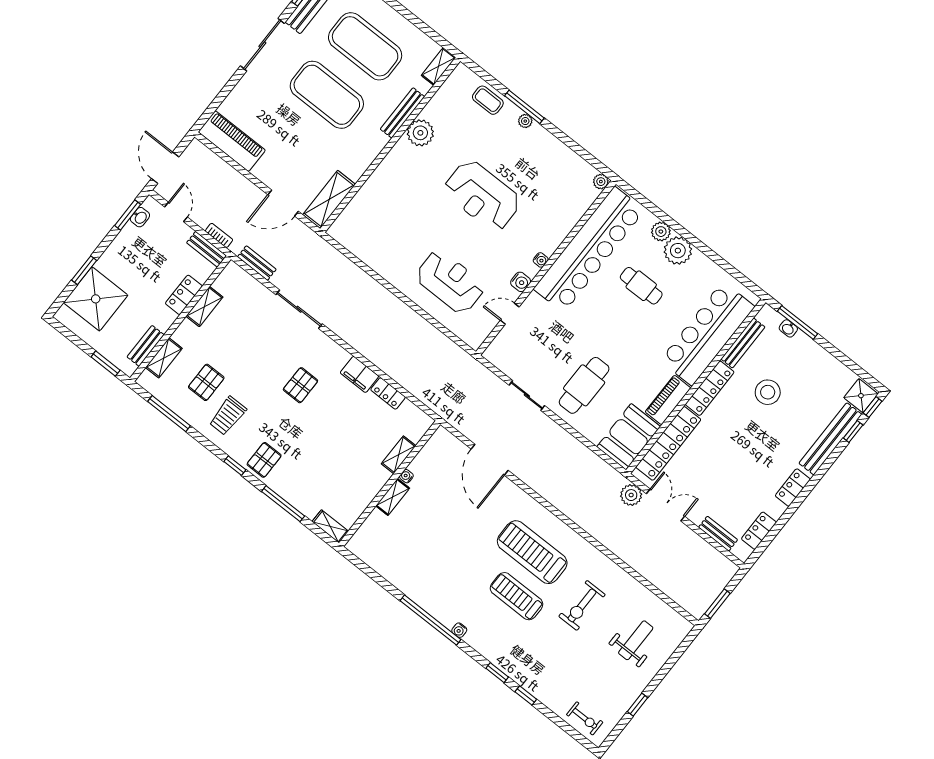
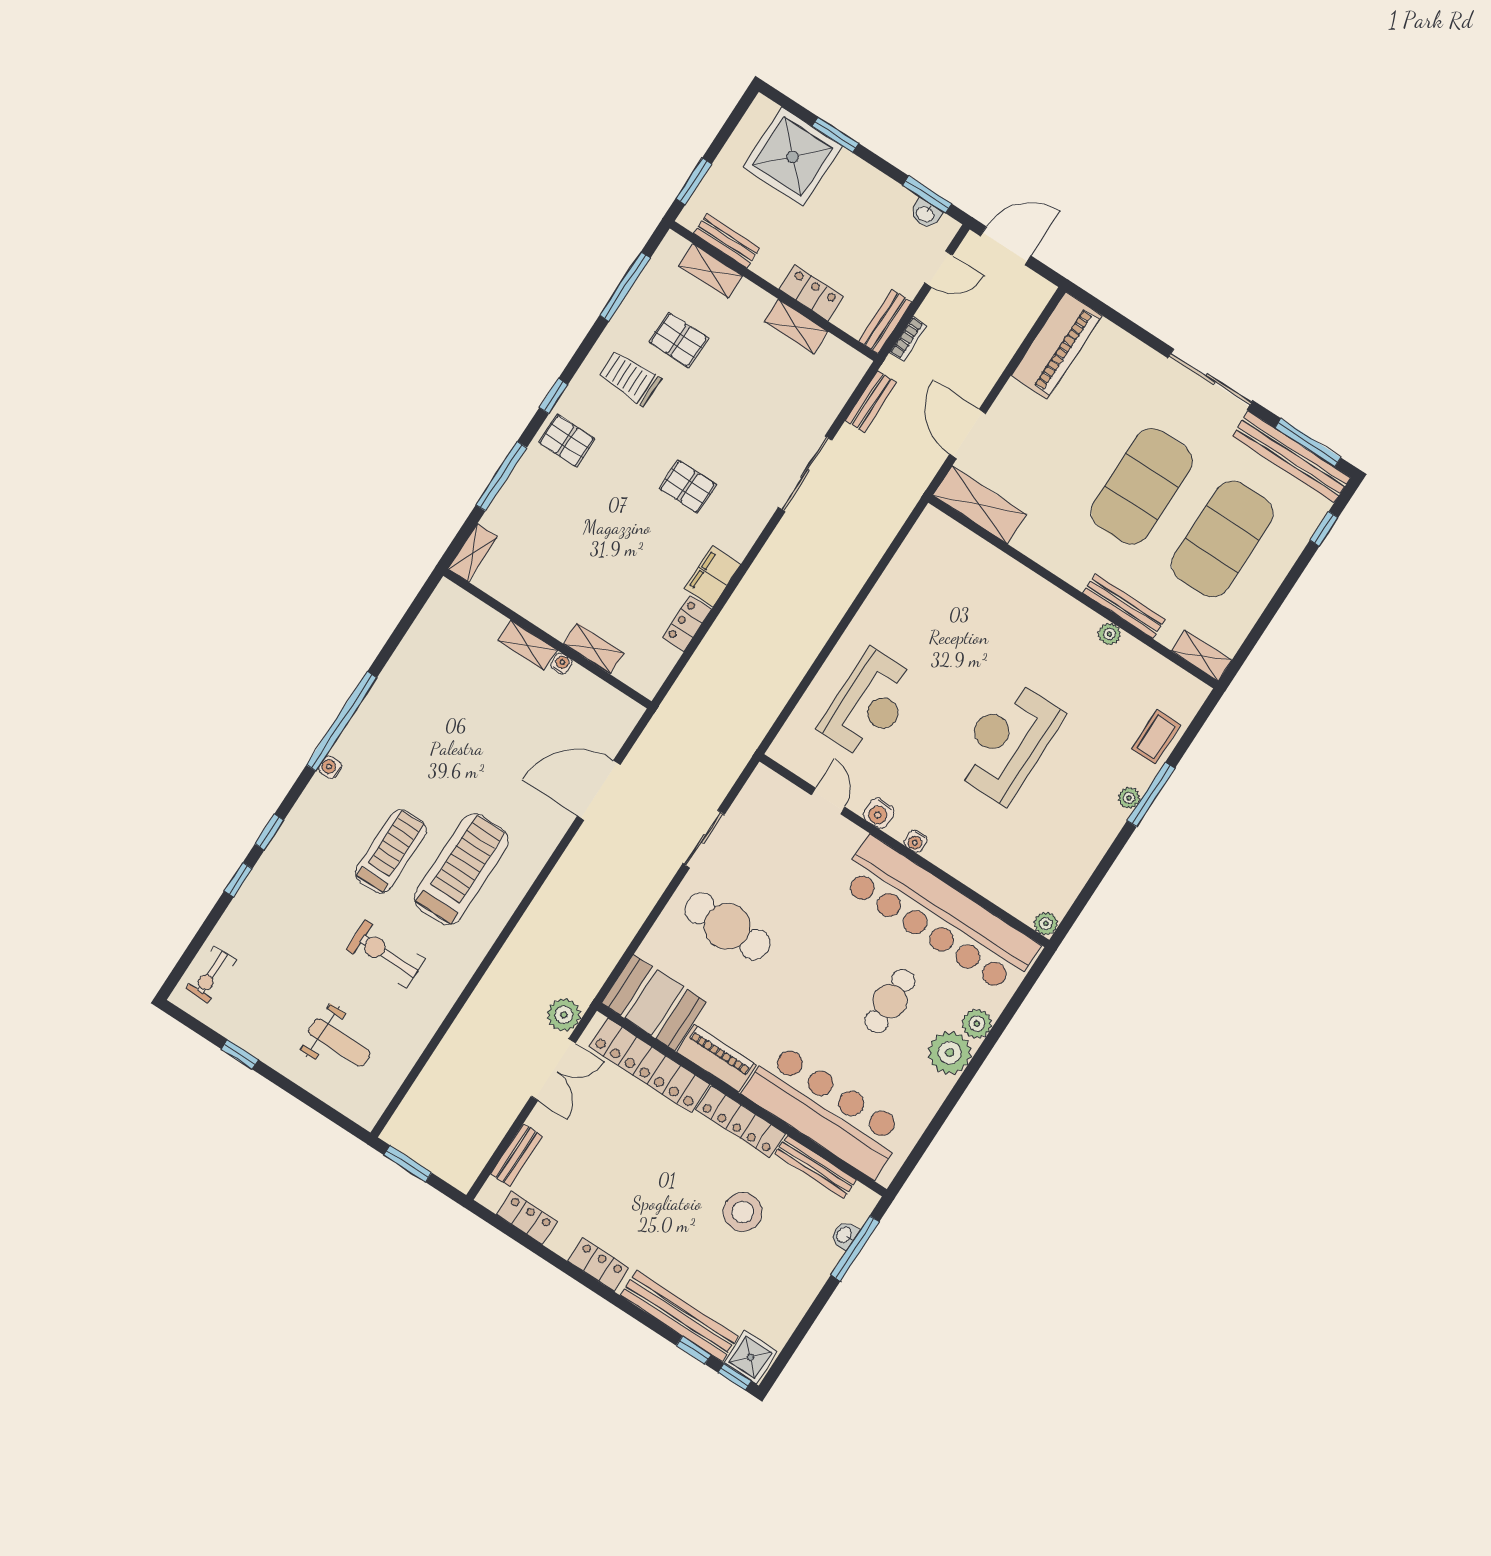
plant: (420, 133) -> (1109, 634), width x0.53, depth x0.53

